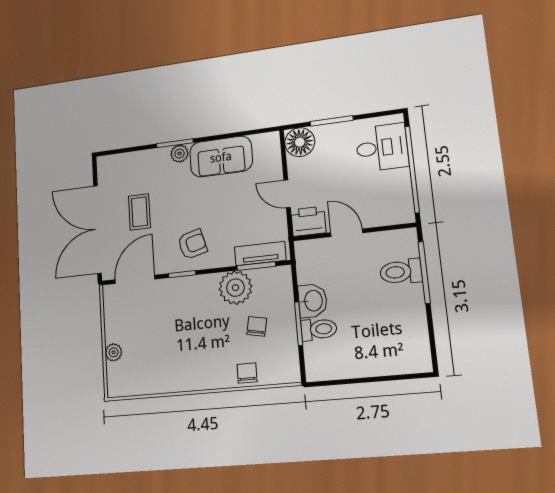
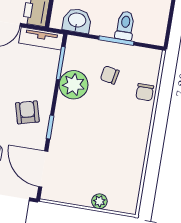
tv unit: (260, 254) -> (41, 38), moved, turned -90
washbasin: (313, 301) -> (77, 21), moved
chair: (247, 373) -> (145, 92), turned -90

